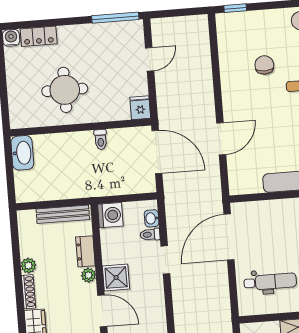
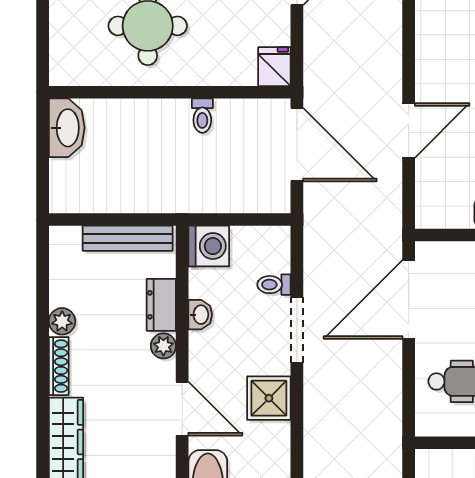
washbasin: (152, 218) -> (200, 315), moved, turned 180
doorway: (165, 260) -> (297, 330), width x1.38
shower: (116, 278) -> (269, 398), moved

